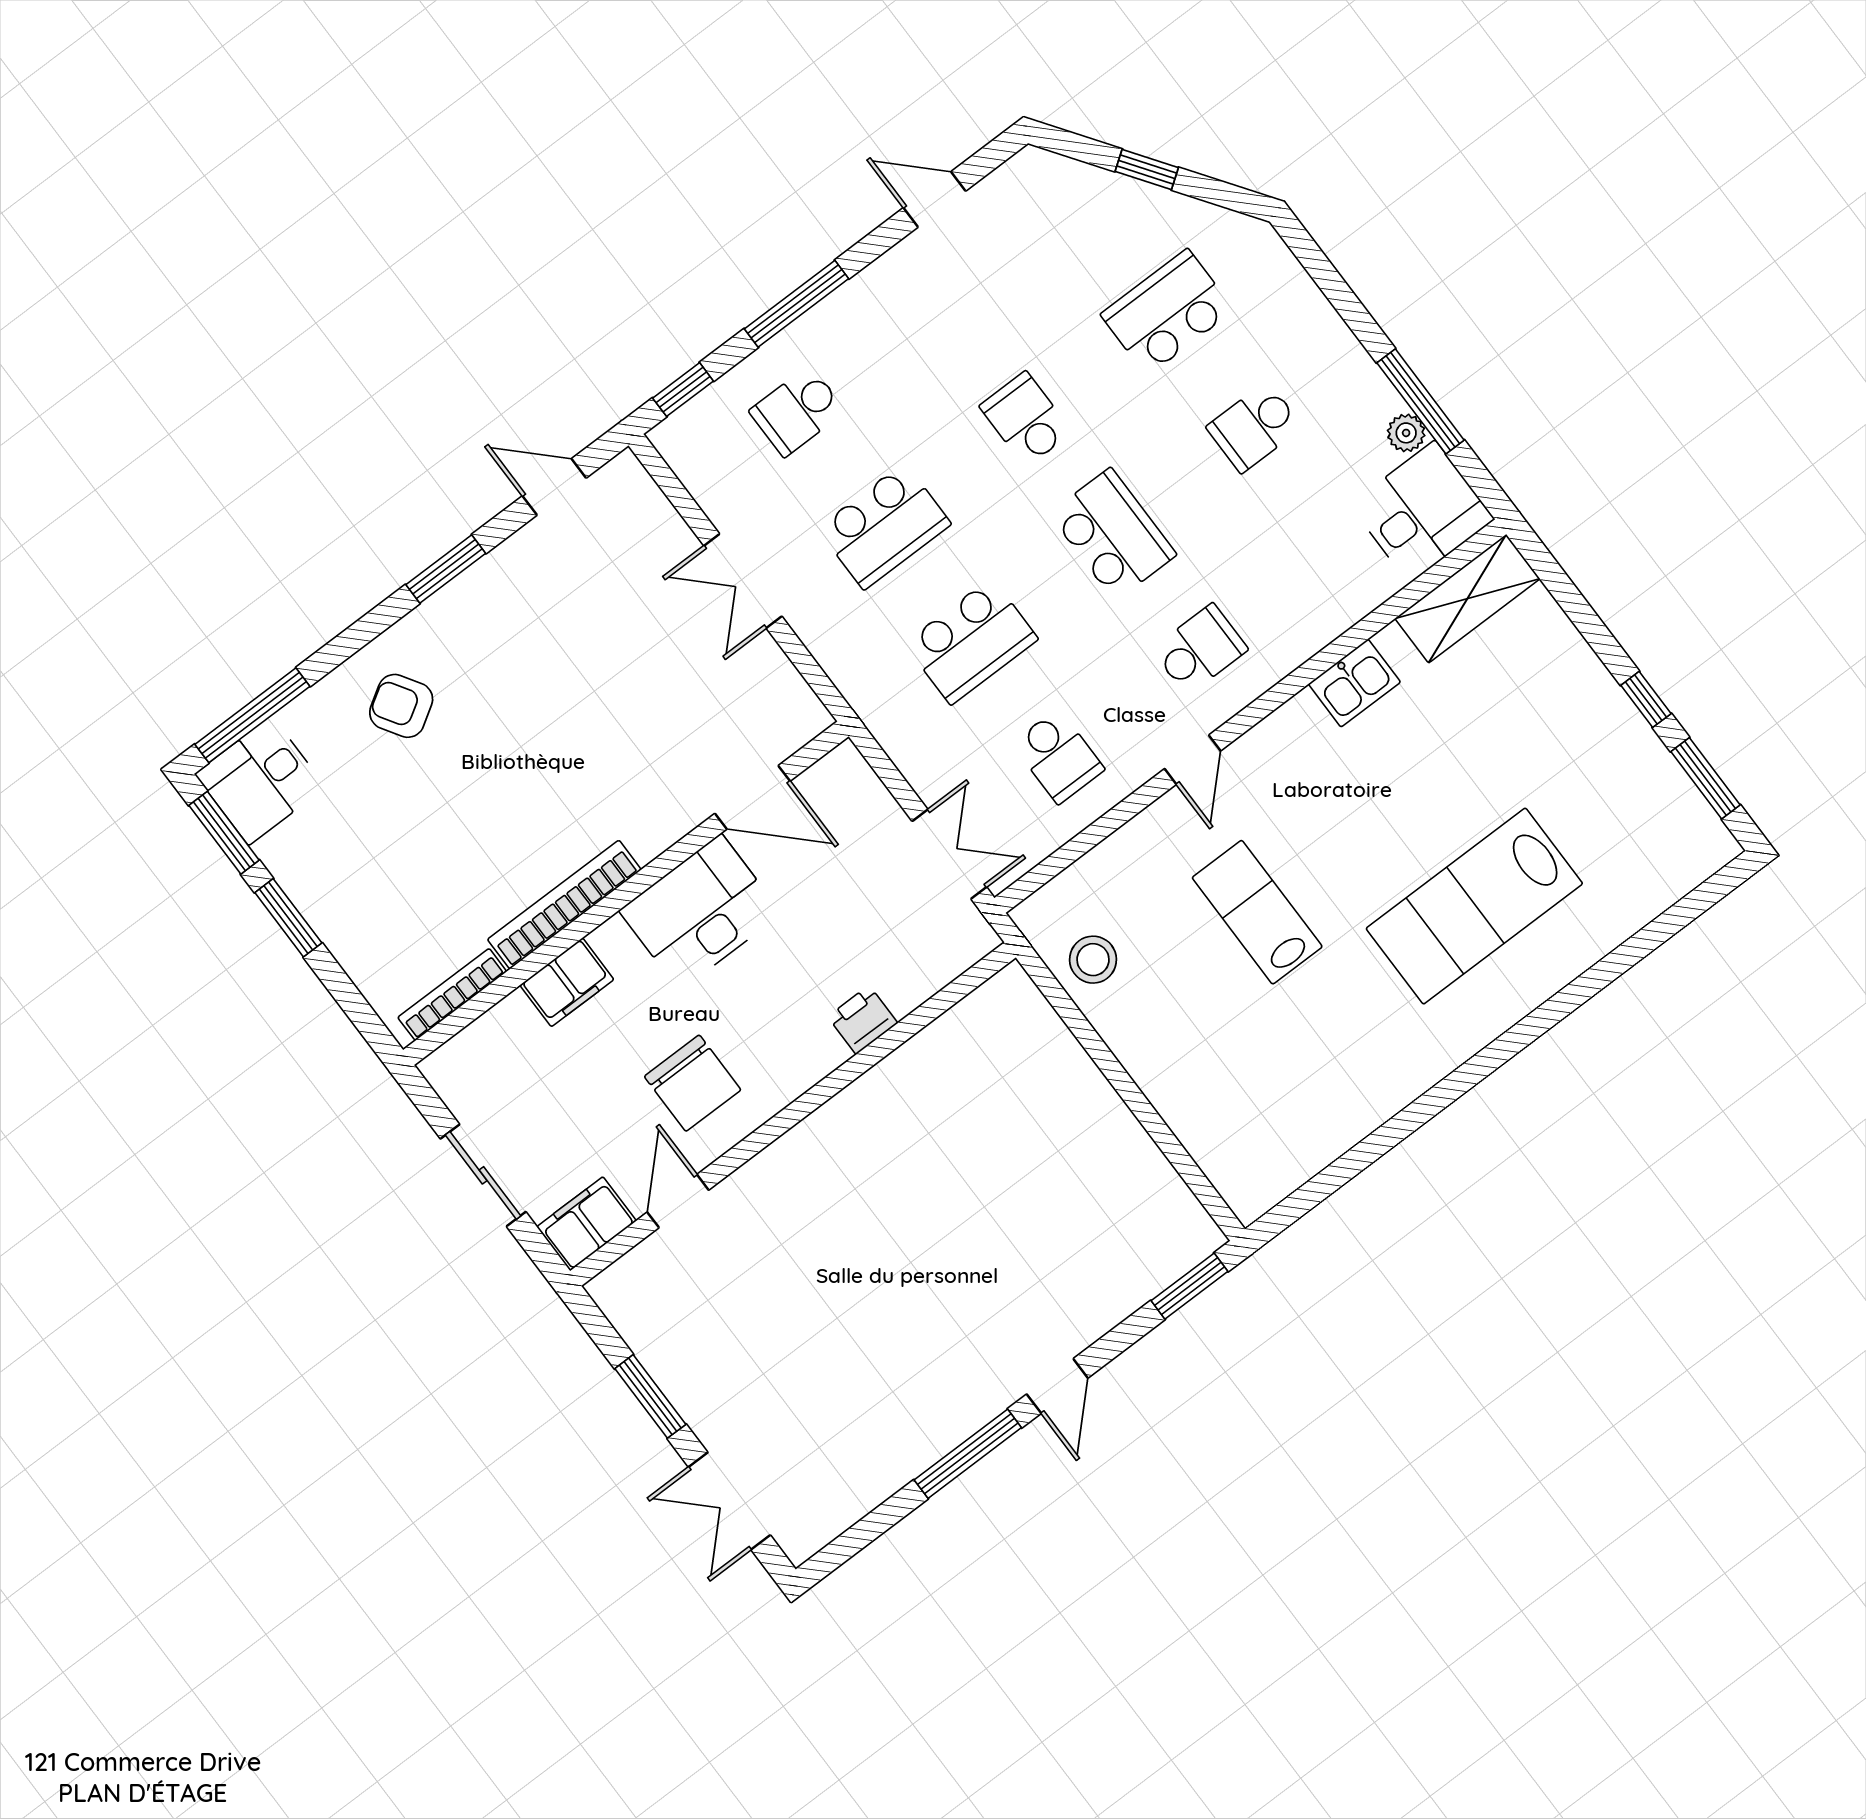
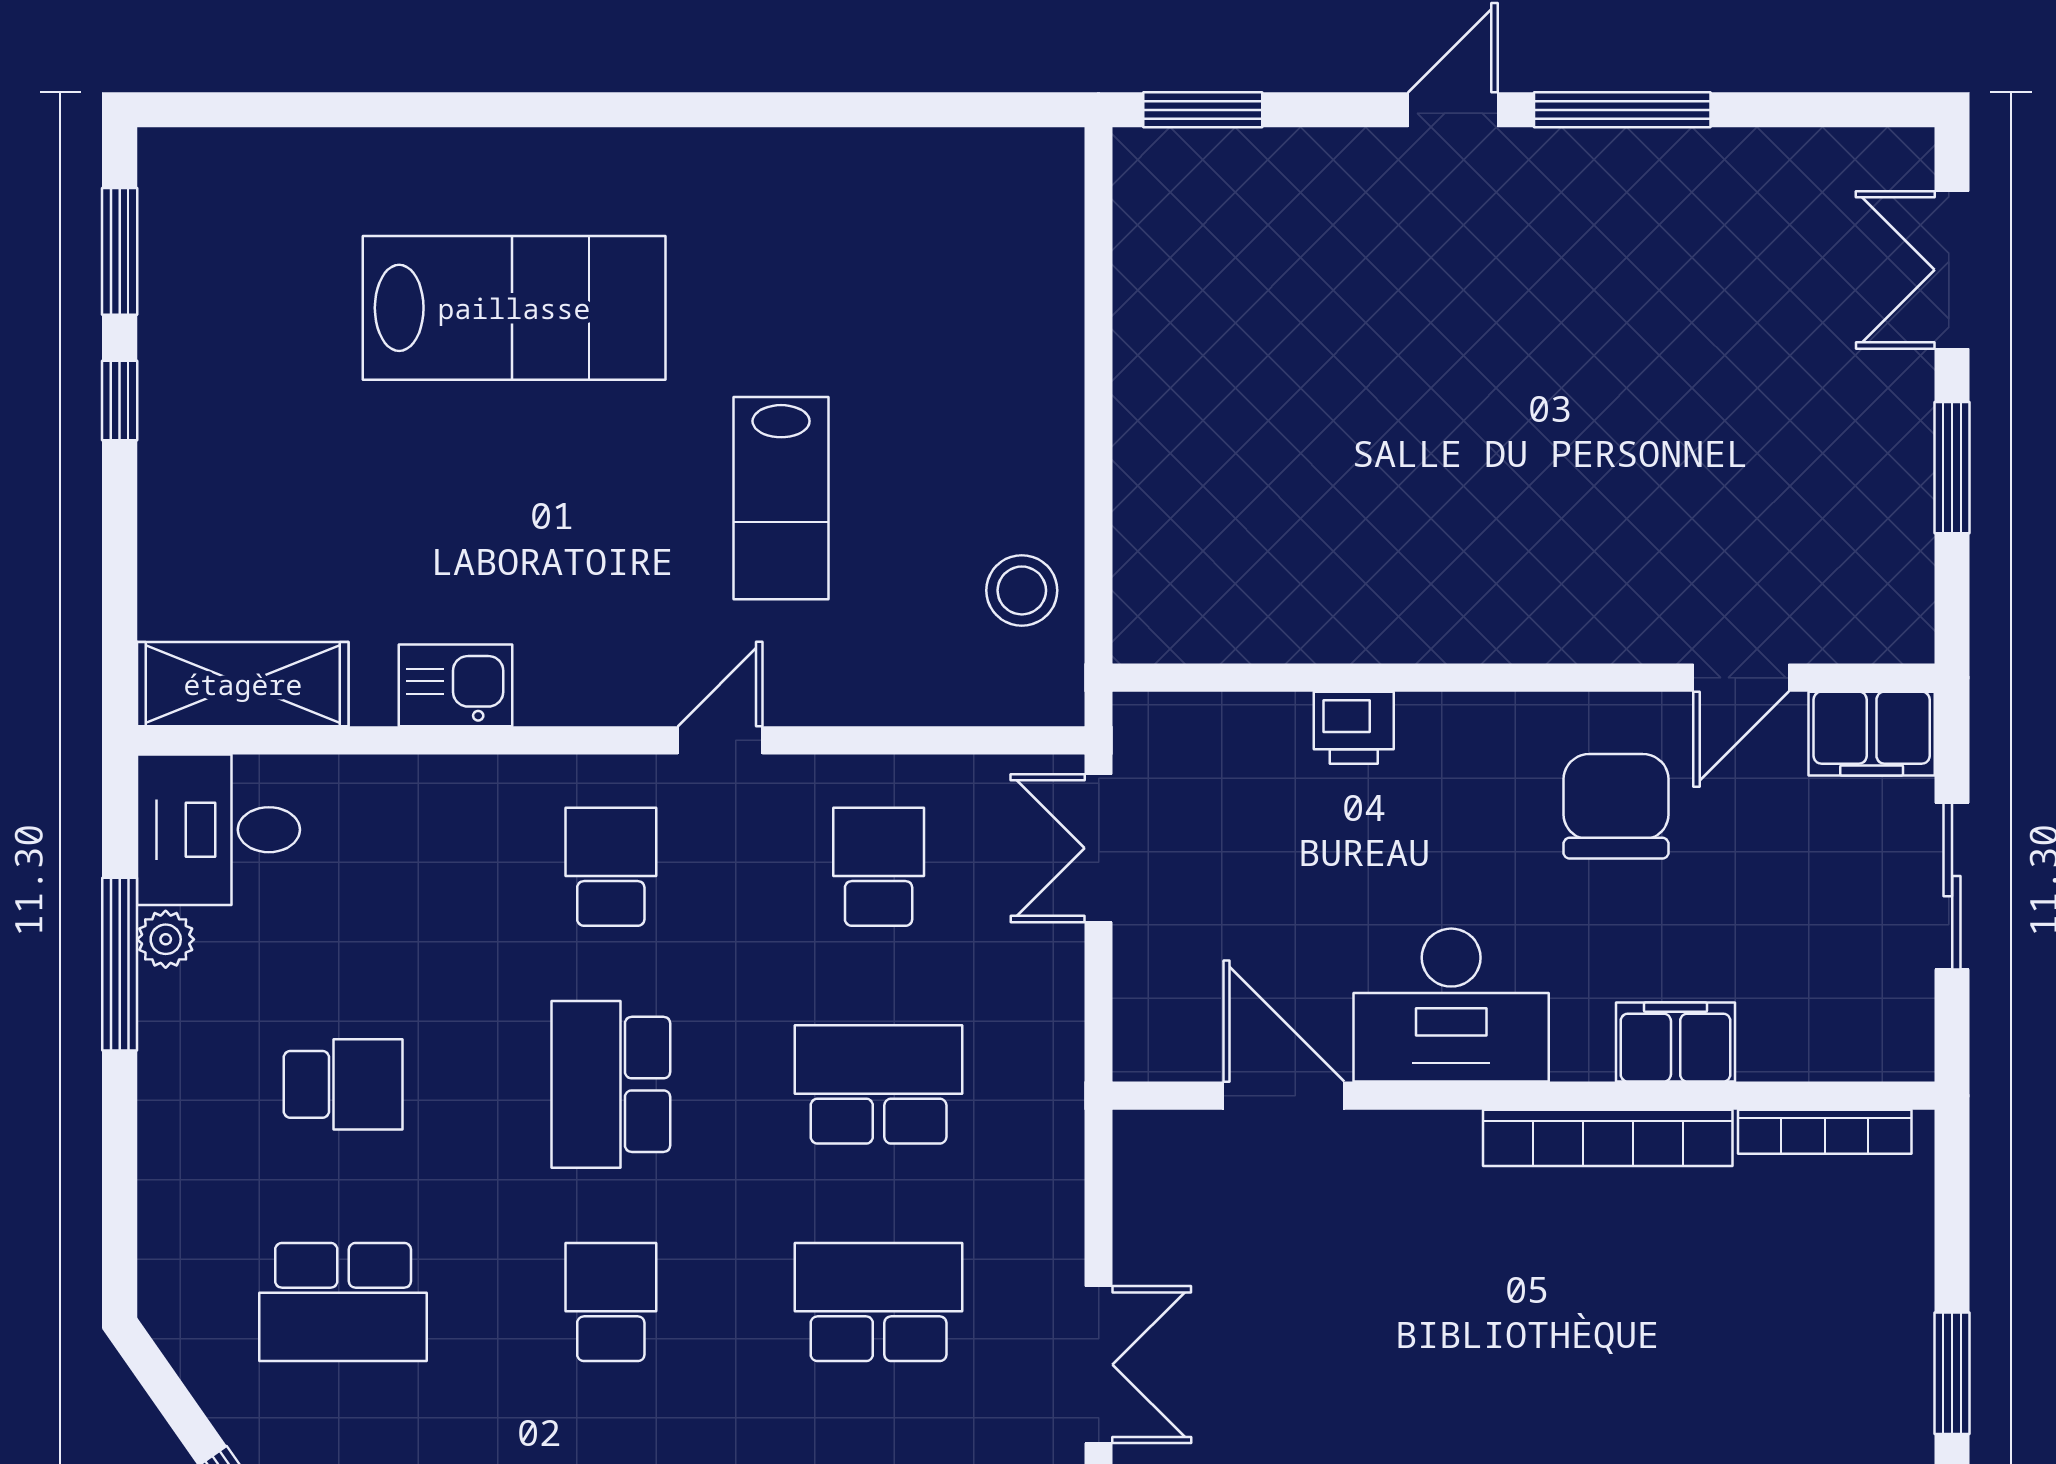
school desk: (1026, 419) -> (611, 1302), turned 180
school desk: (1200, 649) -> (611, 867), turned 90
double door: (729, 1501) -> (1952, 270), swing flipped

